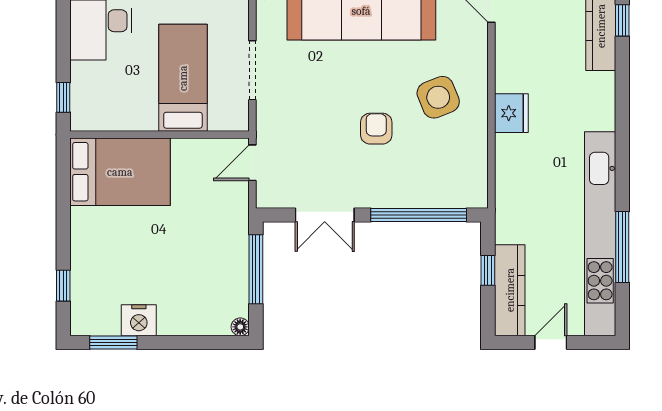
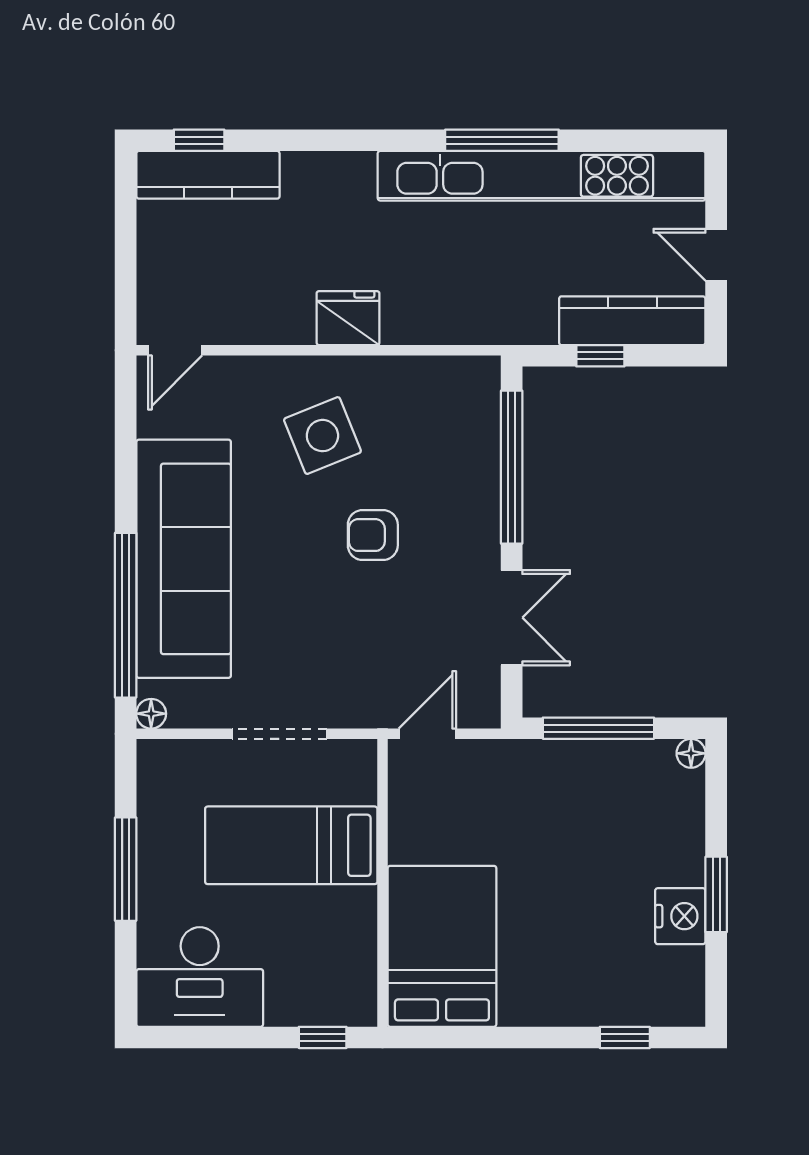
door: (252, 163) -> (427, 734), swing flipped
window: (622, 247) -> (502, 140), moved
window: (113, 343) -> (716, 894), moved

